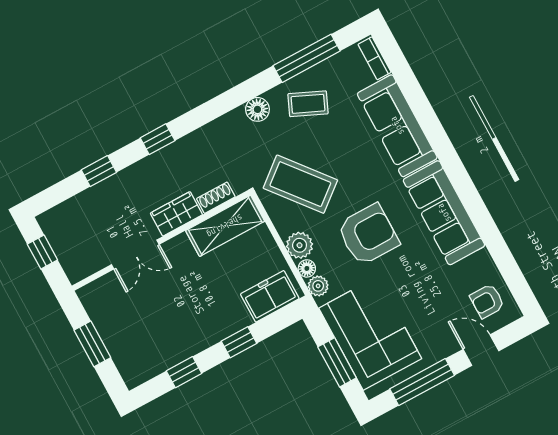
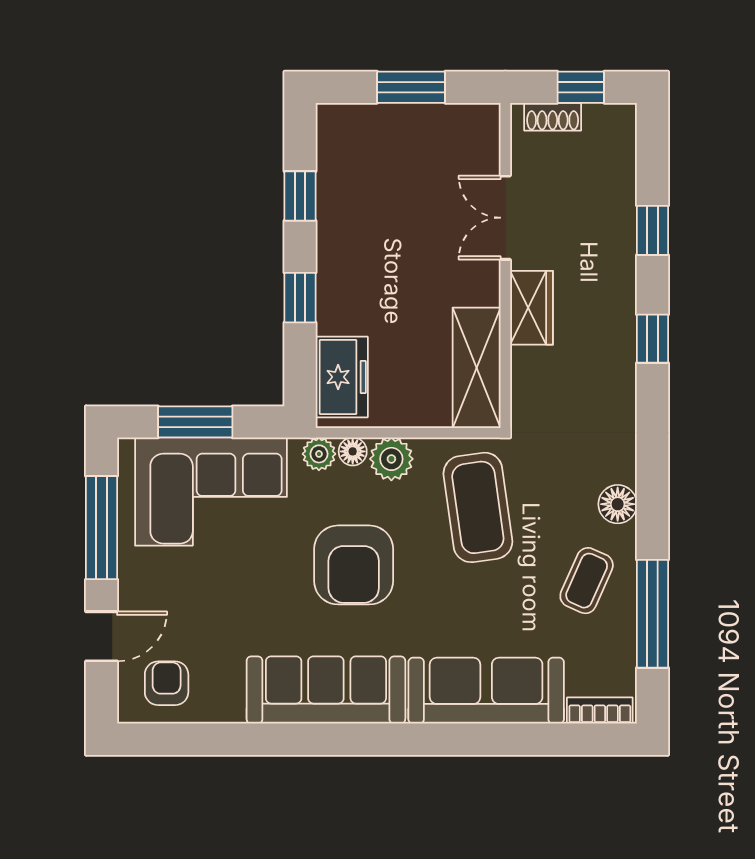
coffee table: (300, 184) -> (478, 507), turned -59
shoe rack: (216, 198) -> (553, 117), moved, turned 90

